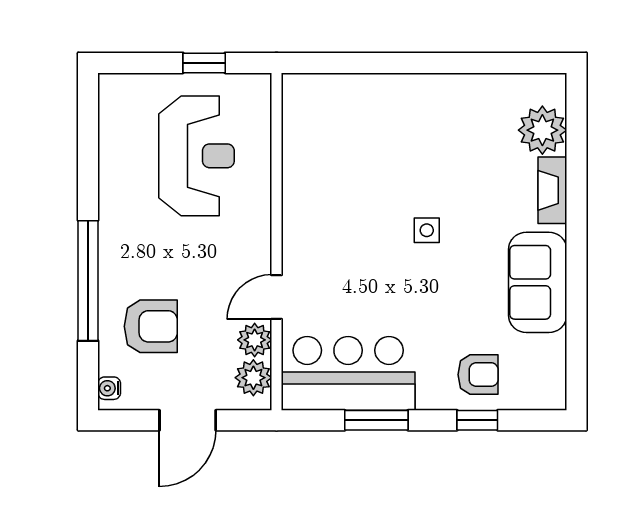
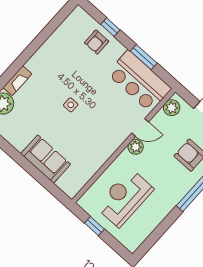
sofa: (538, 282) -> (46, 159), moved, turned -90
plant: (255, 340) -> (136, 147), moved
armchair: (478, 375) -> (97, 42), turned -90

